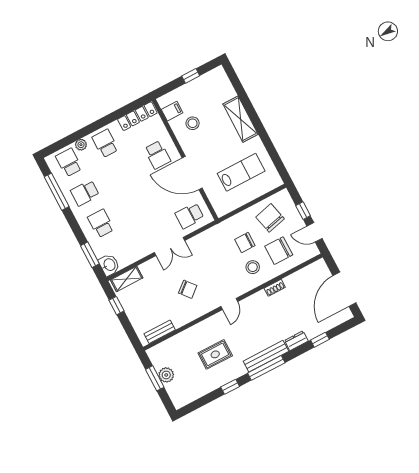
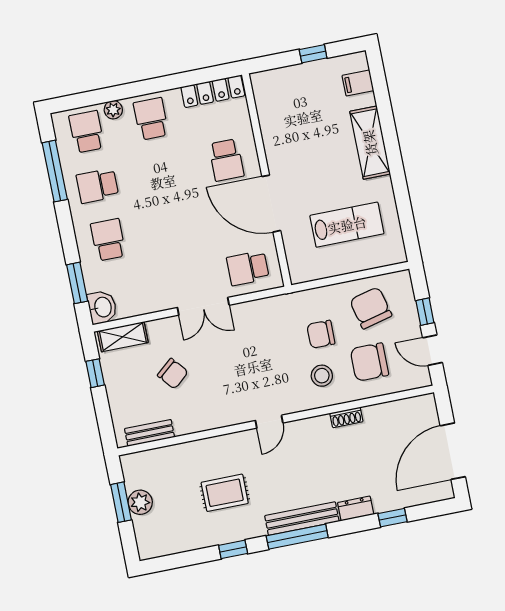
filing cabinet: (172, 111) -> (358, 83), moved, turned 180
stool: (193, 123) -> (295, 127), removed
chair: (188, 289) -> (173, 374), moved

